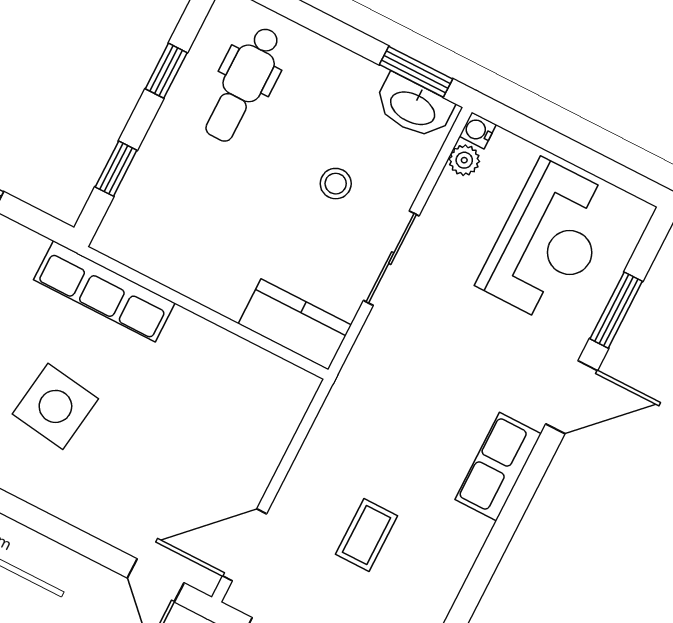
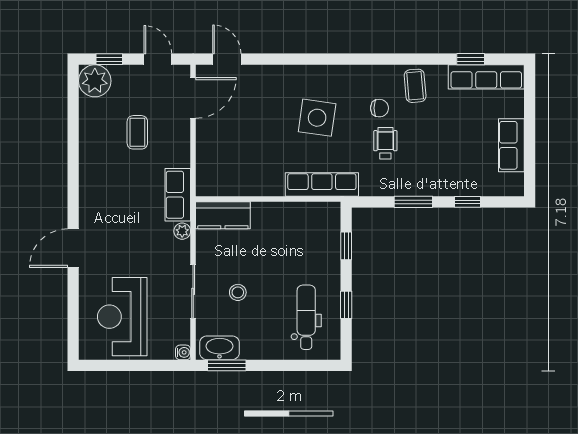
plant: (464, 160) -> (182, 231), moved
sliding door: (391, 258) -> (193, 291), moved
window: (616, 310) -> (73, 301), removed
row of seats: (498, 467) -> (178, 195), moved, turned 180

